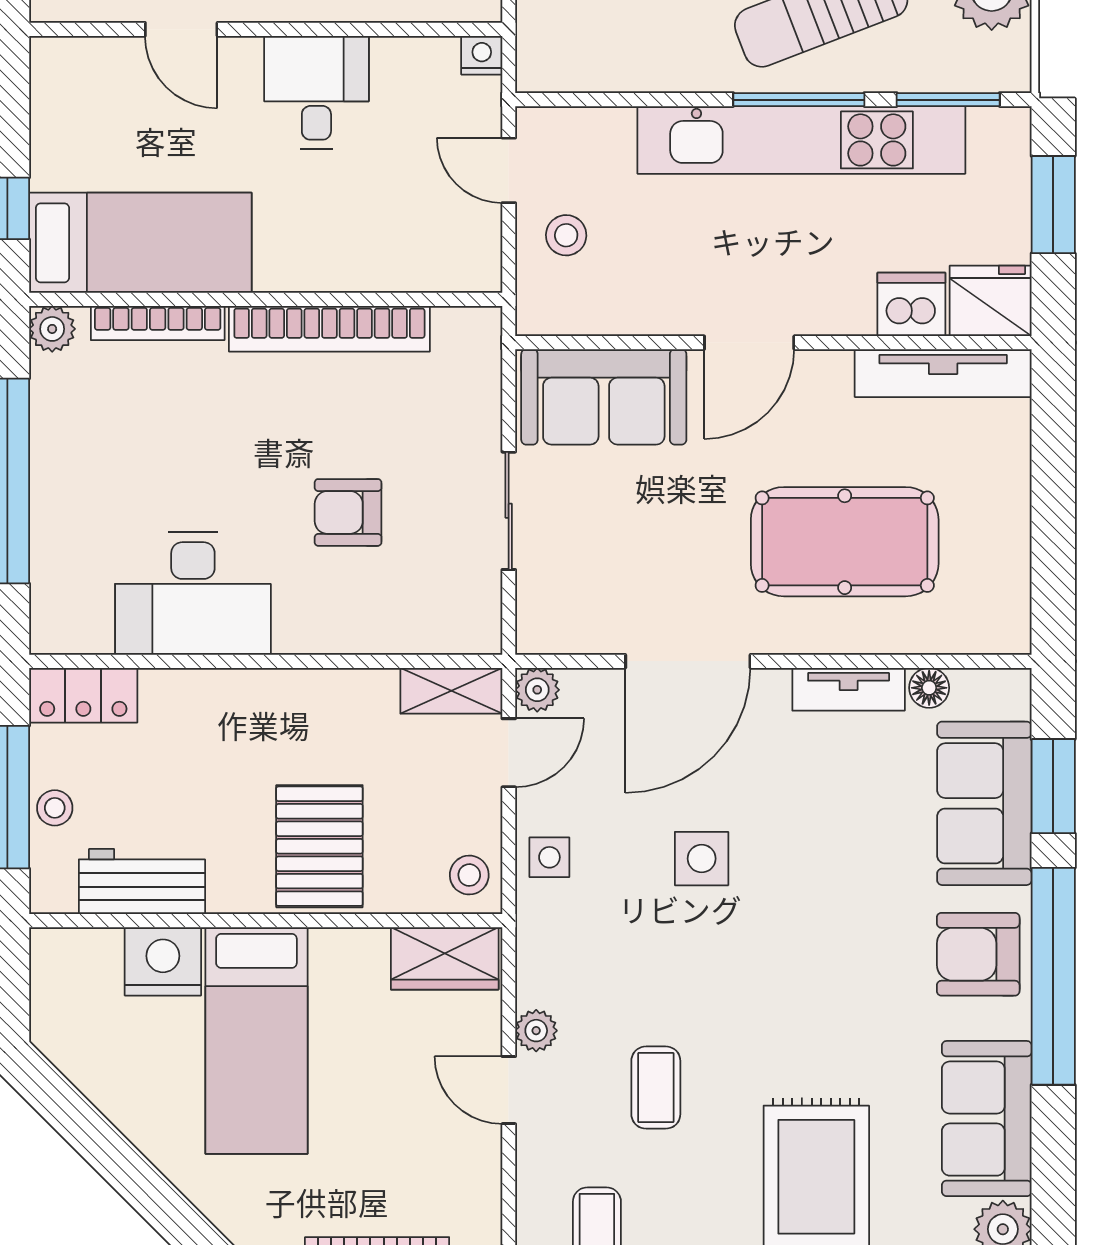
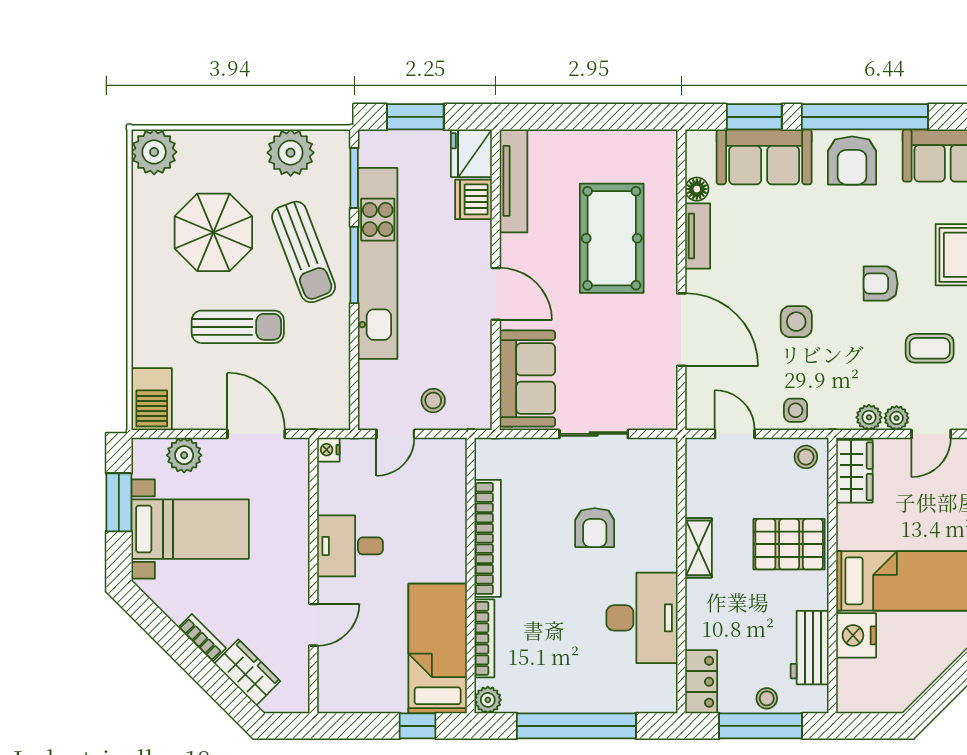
plant: (537, 690) -> (869, 417), moved
shelving: (451, 691) -> (699, 548), moved
armchair: (767, 1003) -> (881, 284), added

